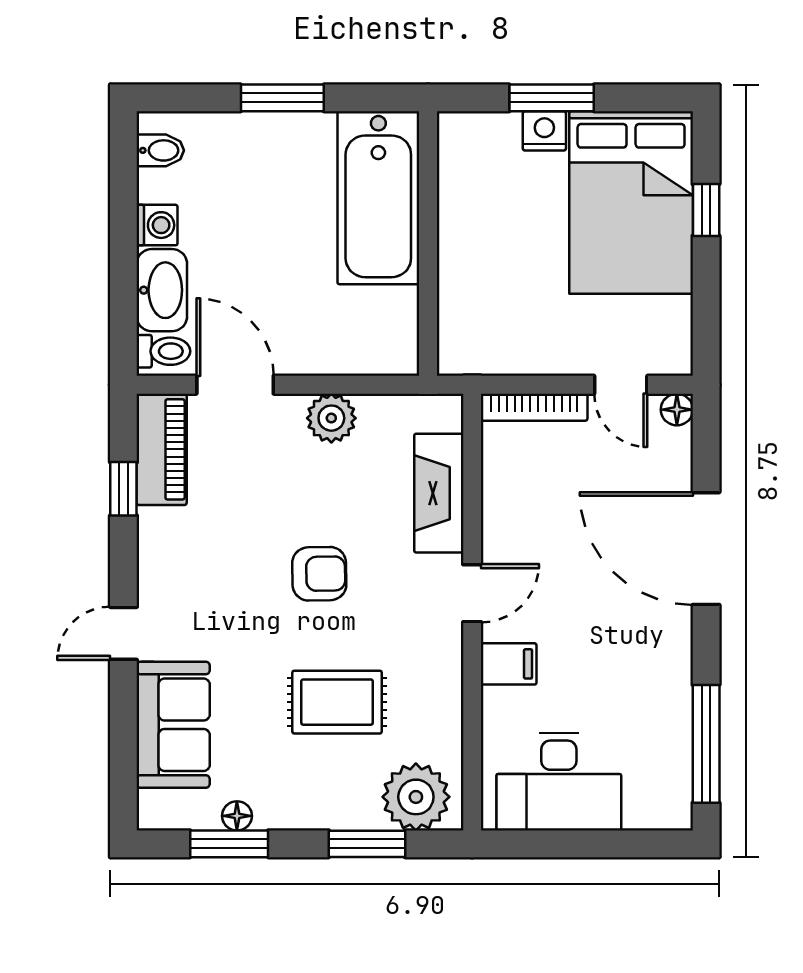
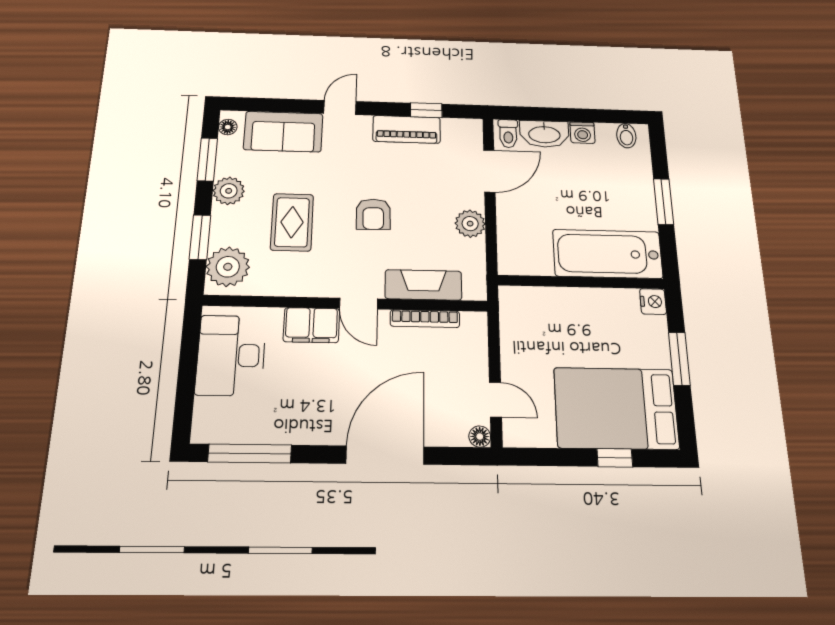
nightstand: (544, 131) -> (653, 302), moved
door: (621, 385) -> (495, 400), swing flipped
bookcase: (534, 407) -> (425, 319), moved, turned -90
piano: (162, 449) -> (407, 129), moved
door: (123, 633) -> (340, 107), hinge flipped
filing cabinet: (509, 664) -> (311, 325), width x2.00
plant: (285, 806) -> (229, 191), added
floor lamp: (237, 816) -> (228, 127), moved

